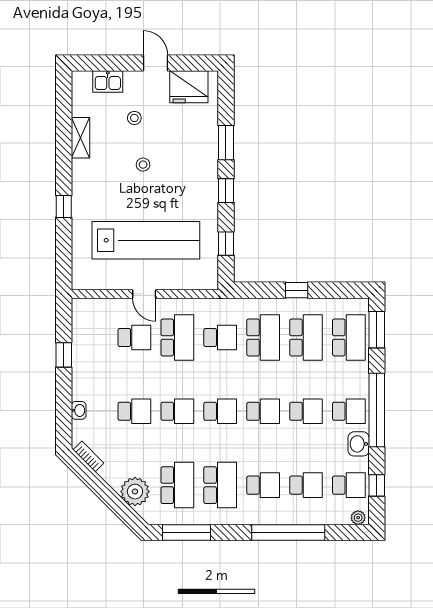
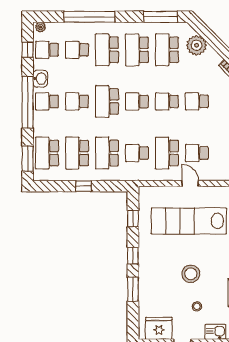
stool: (143, 165) -> (191, 274), width x1.89, depth x1.89
school desk: (263, 411) -> (107, 101), width x1.85
school desk: (263, 485) -> (107, 50), width x1.85

